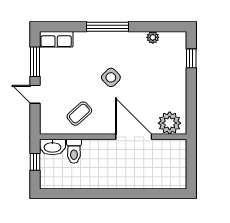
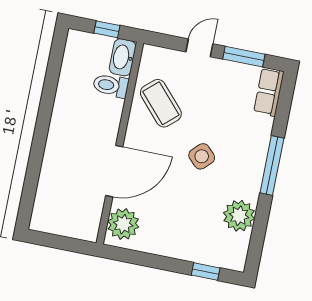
plant: (153, 37) -> (239, 216), width x1.88, depth x1.88
coffee table: (79, 114) -> (161, 103), width x1.36, depth x1.30

